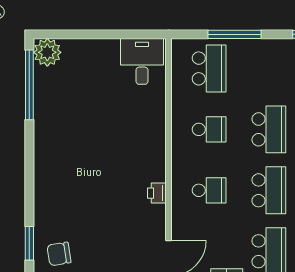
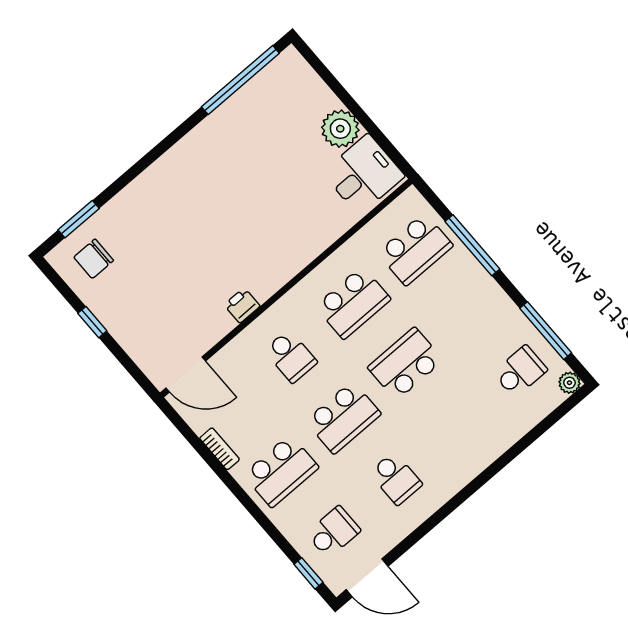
plant: (47, 52) -> (340, 129), moved
school desk: (209, 129) -> (353, 303), width x1.85
school desk: (269, 129) -> (405, 364), turned 180
chair: (59, 254) -> (94, 259), turned -81

